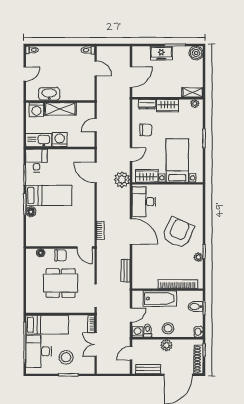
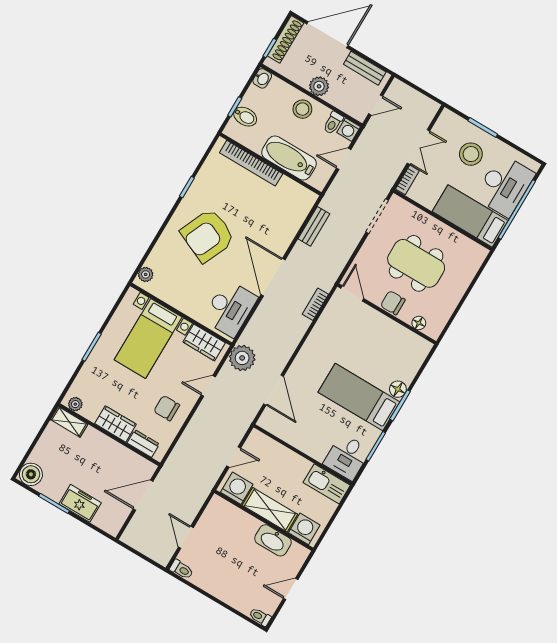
washing machine: (60, 140) -> (237, 488), moved, turned 180
plant: (198, 257) -> (146, 274), moved

